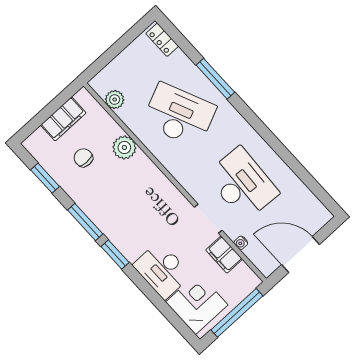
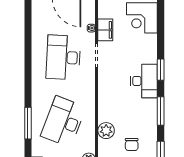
desk: (179, 115) -> (63, 122), turned 45
window: (115, 255) -> (161, 70), moved
desk: (162, 270) -> (144, 81), moved

